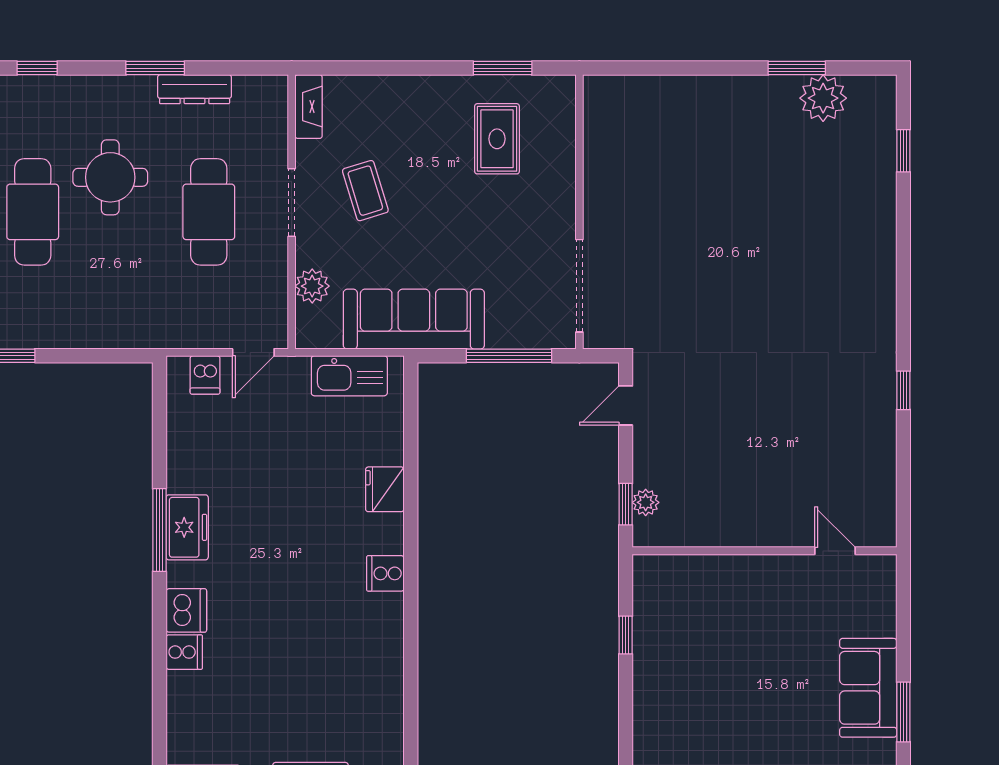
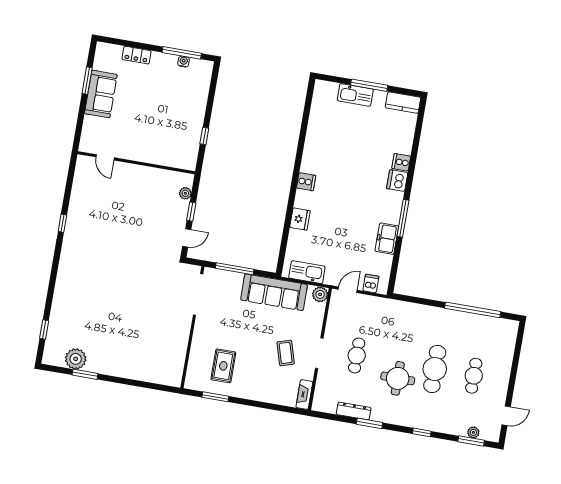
cafe table: (209, 212) -> (357, 356), width x0.73, depth x0.74
plant: (312, 286) -> (320, 294), moved
window: (626, 504) -> (191, 212), moved
freezer: (187, 527) -> (387, 239), moved

